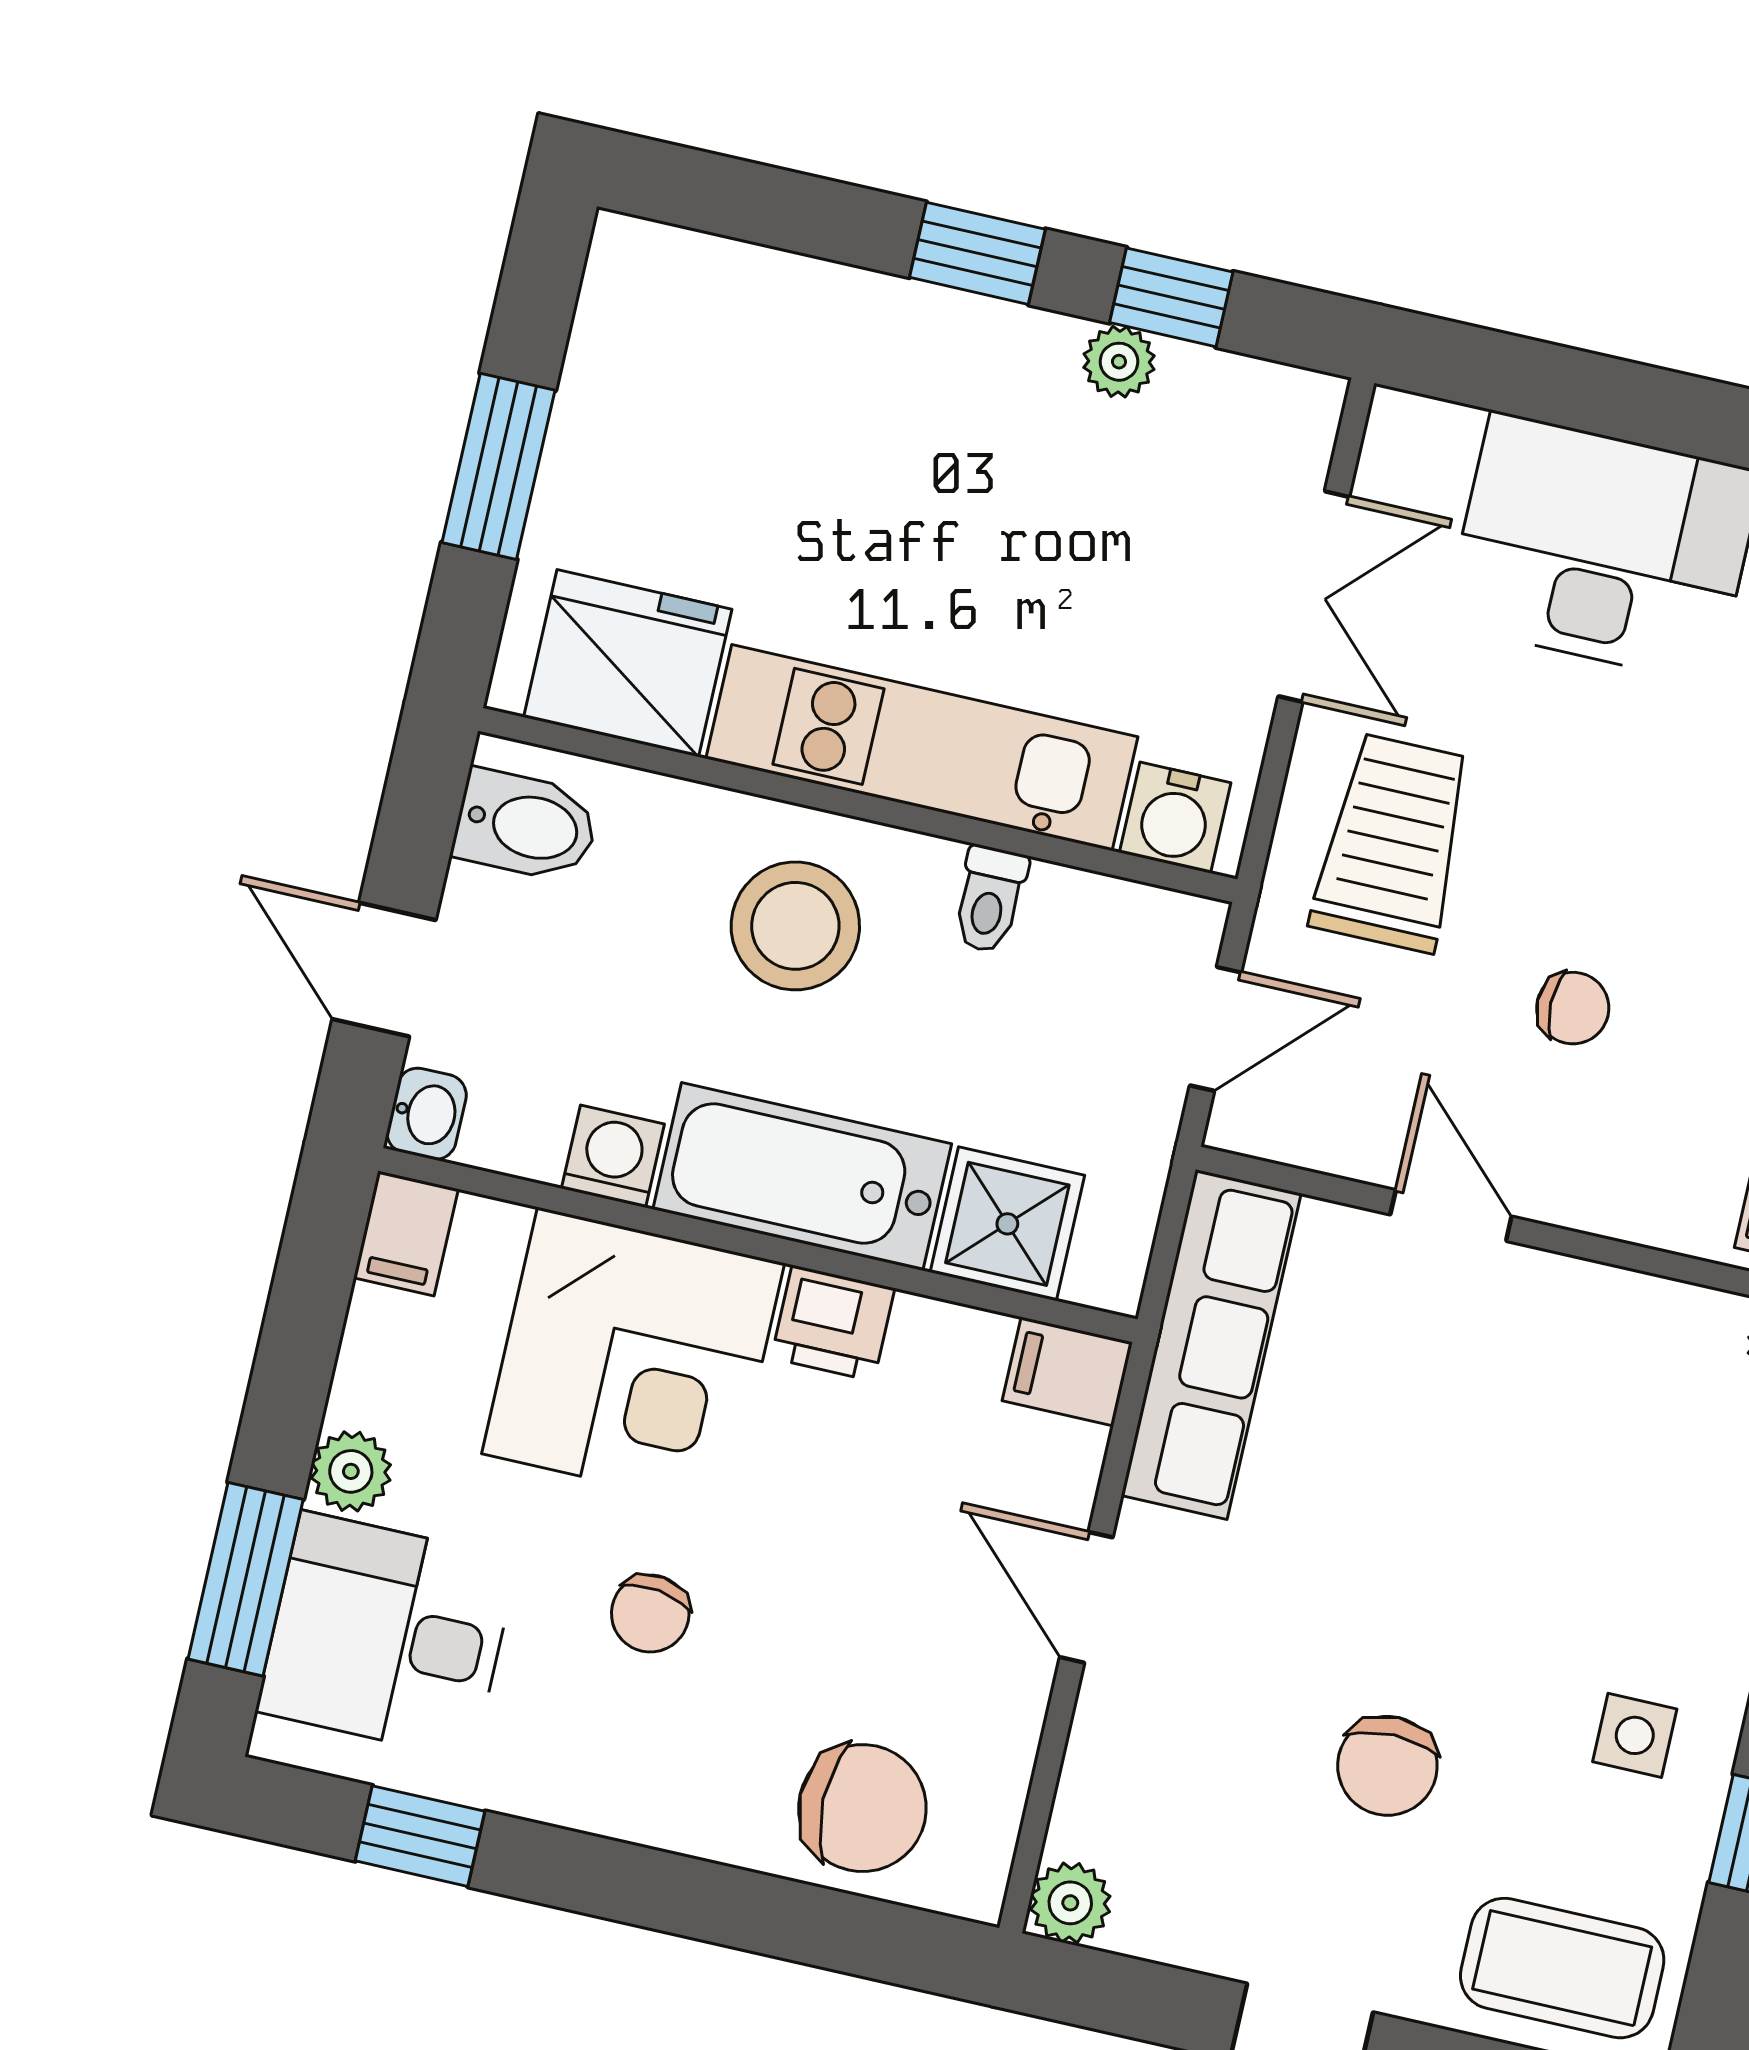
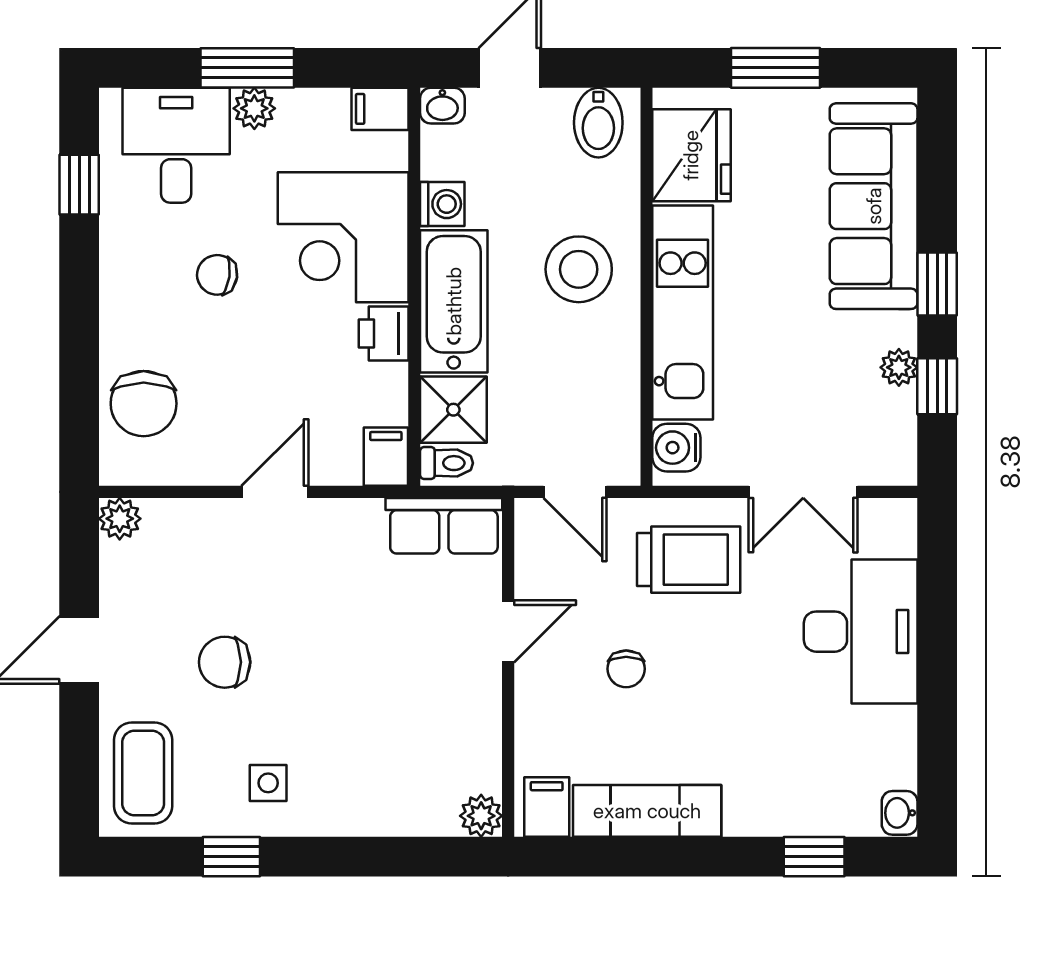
sofa: (803, 340) -> (874, 206), added
toilet: (990, 899) -> (446, 463), moved, turned 180
row of seats: (1211, 1345) -> (444, 526), width x0.68
window: (246, 1579) -> (247, 68), moved

